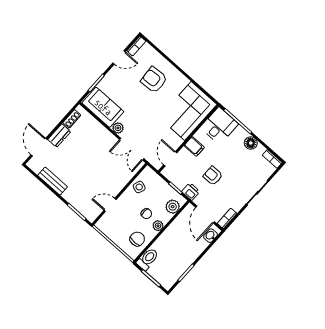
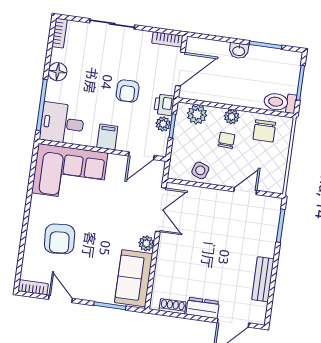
plant: (180, 184) -> (163, 124), added
door: (110, 205) -> (245, 191), swing flipped
washbasin: (211, 236) -> (239, 51), moved
chair: (137, 239) -> (264, 131), turned -90

